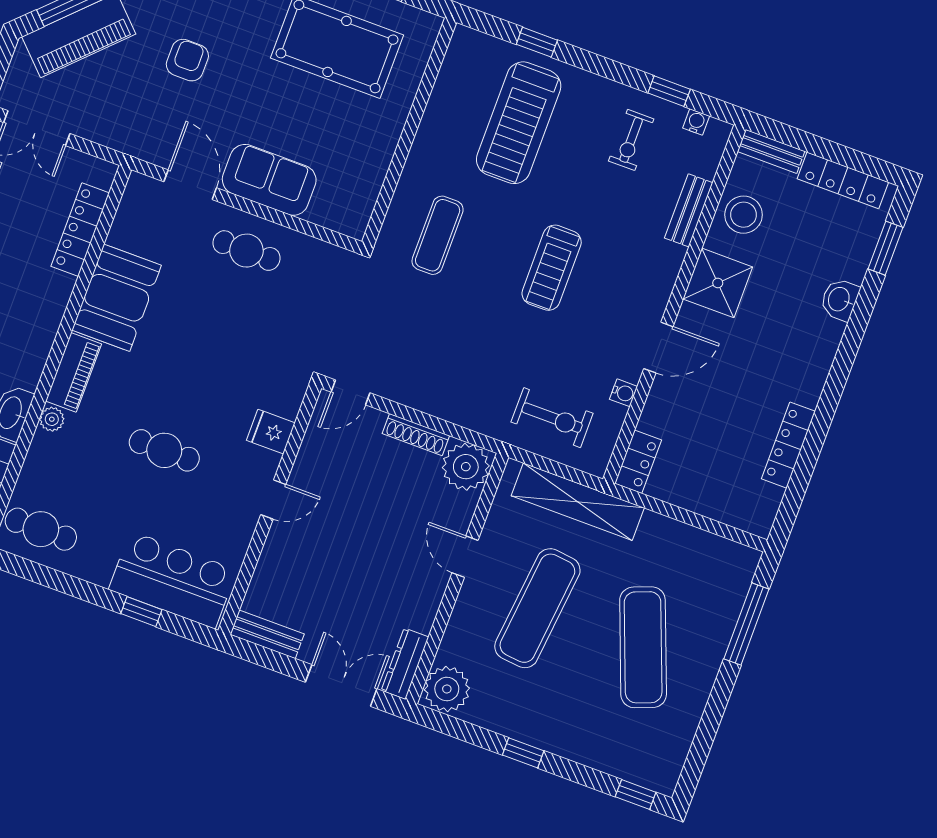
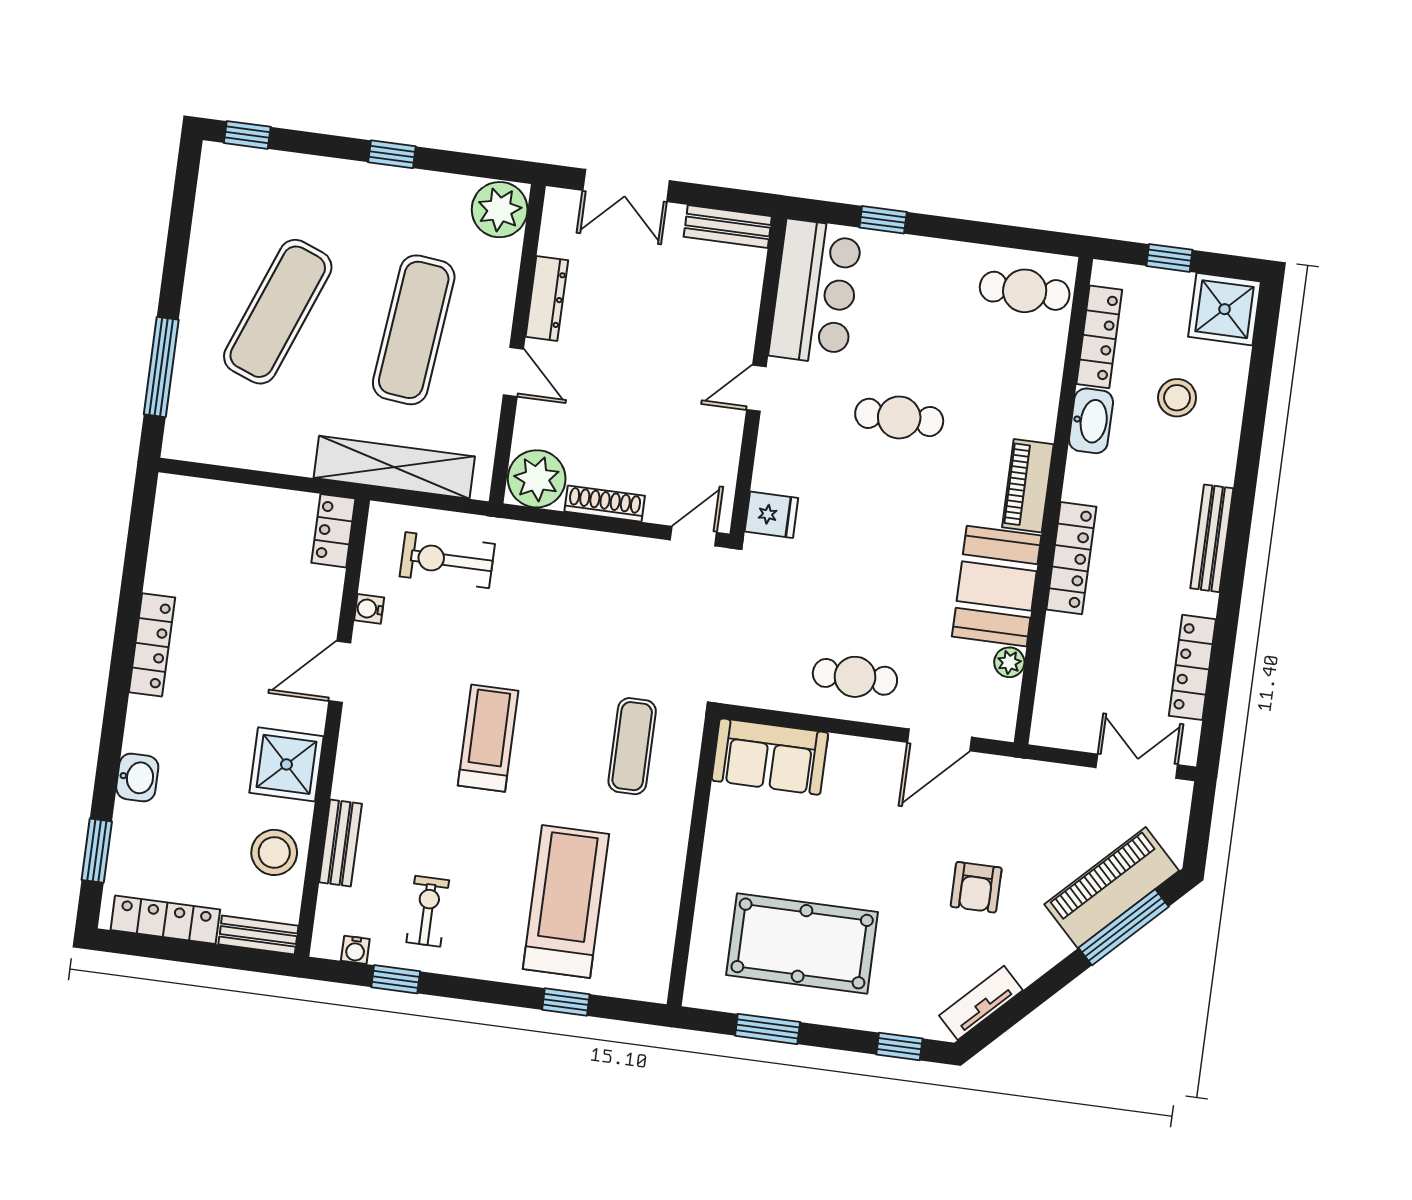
sofa: (269, 180) -> (770, 757), moved
door: (190, 185) -> (939, 740), hinge flipped
locker: (80, 230) -> (1071, 558), moved
plant: (52, 419) -> (1009, 662), moved
fridge: (271, 432) -> (771, 515), moved
locker: (788, 445) -> (152, 645), moved
bar counter: (173, 580) -> (816, 292), moved, turned -90
exercise mat: (643, 647) -> (278, 312), turned 42
dresser: (405, 664) -> (547, 298), moved

